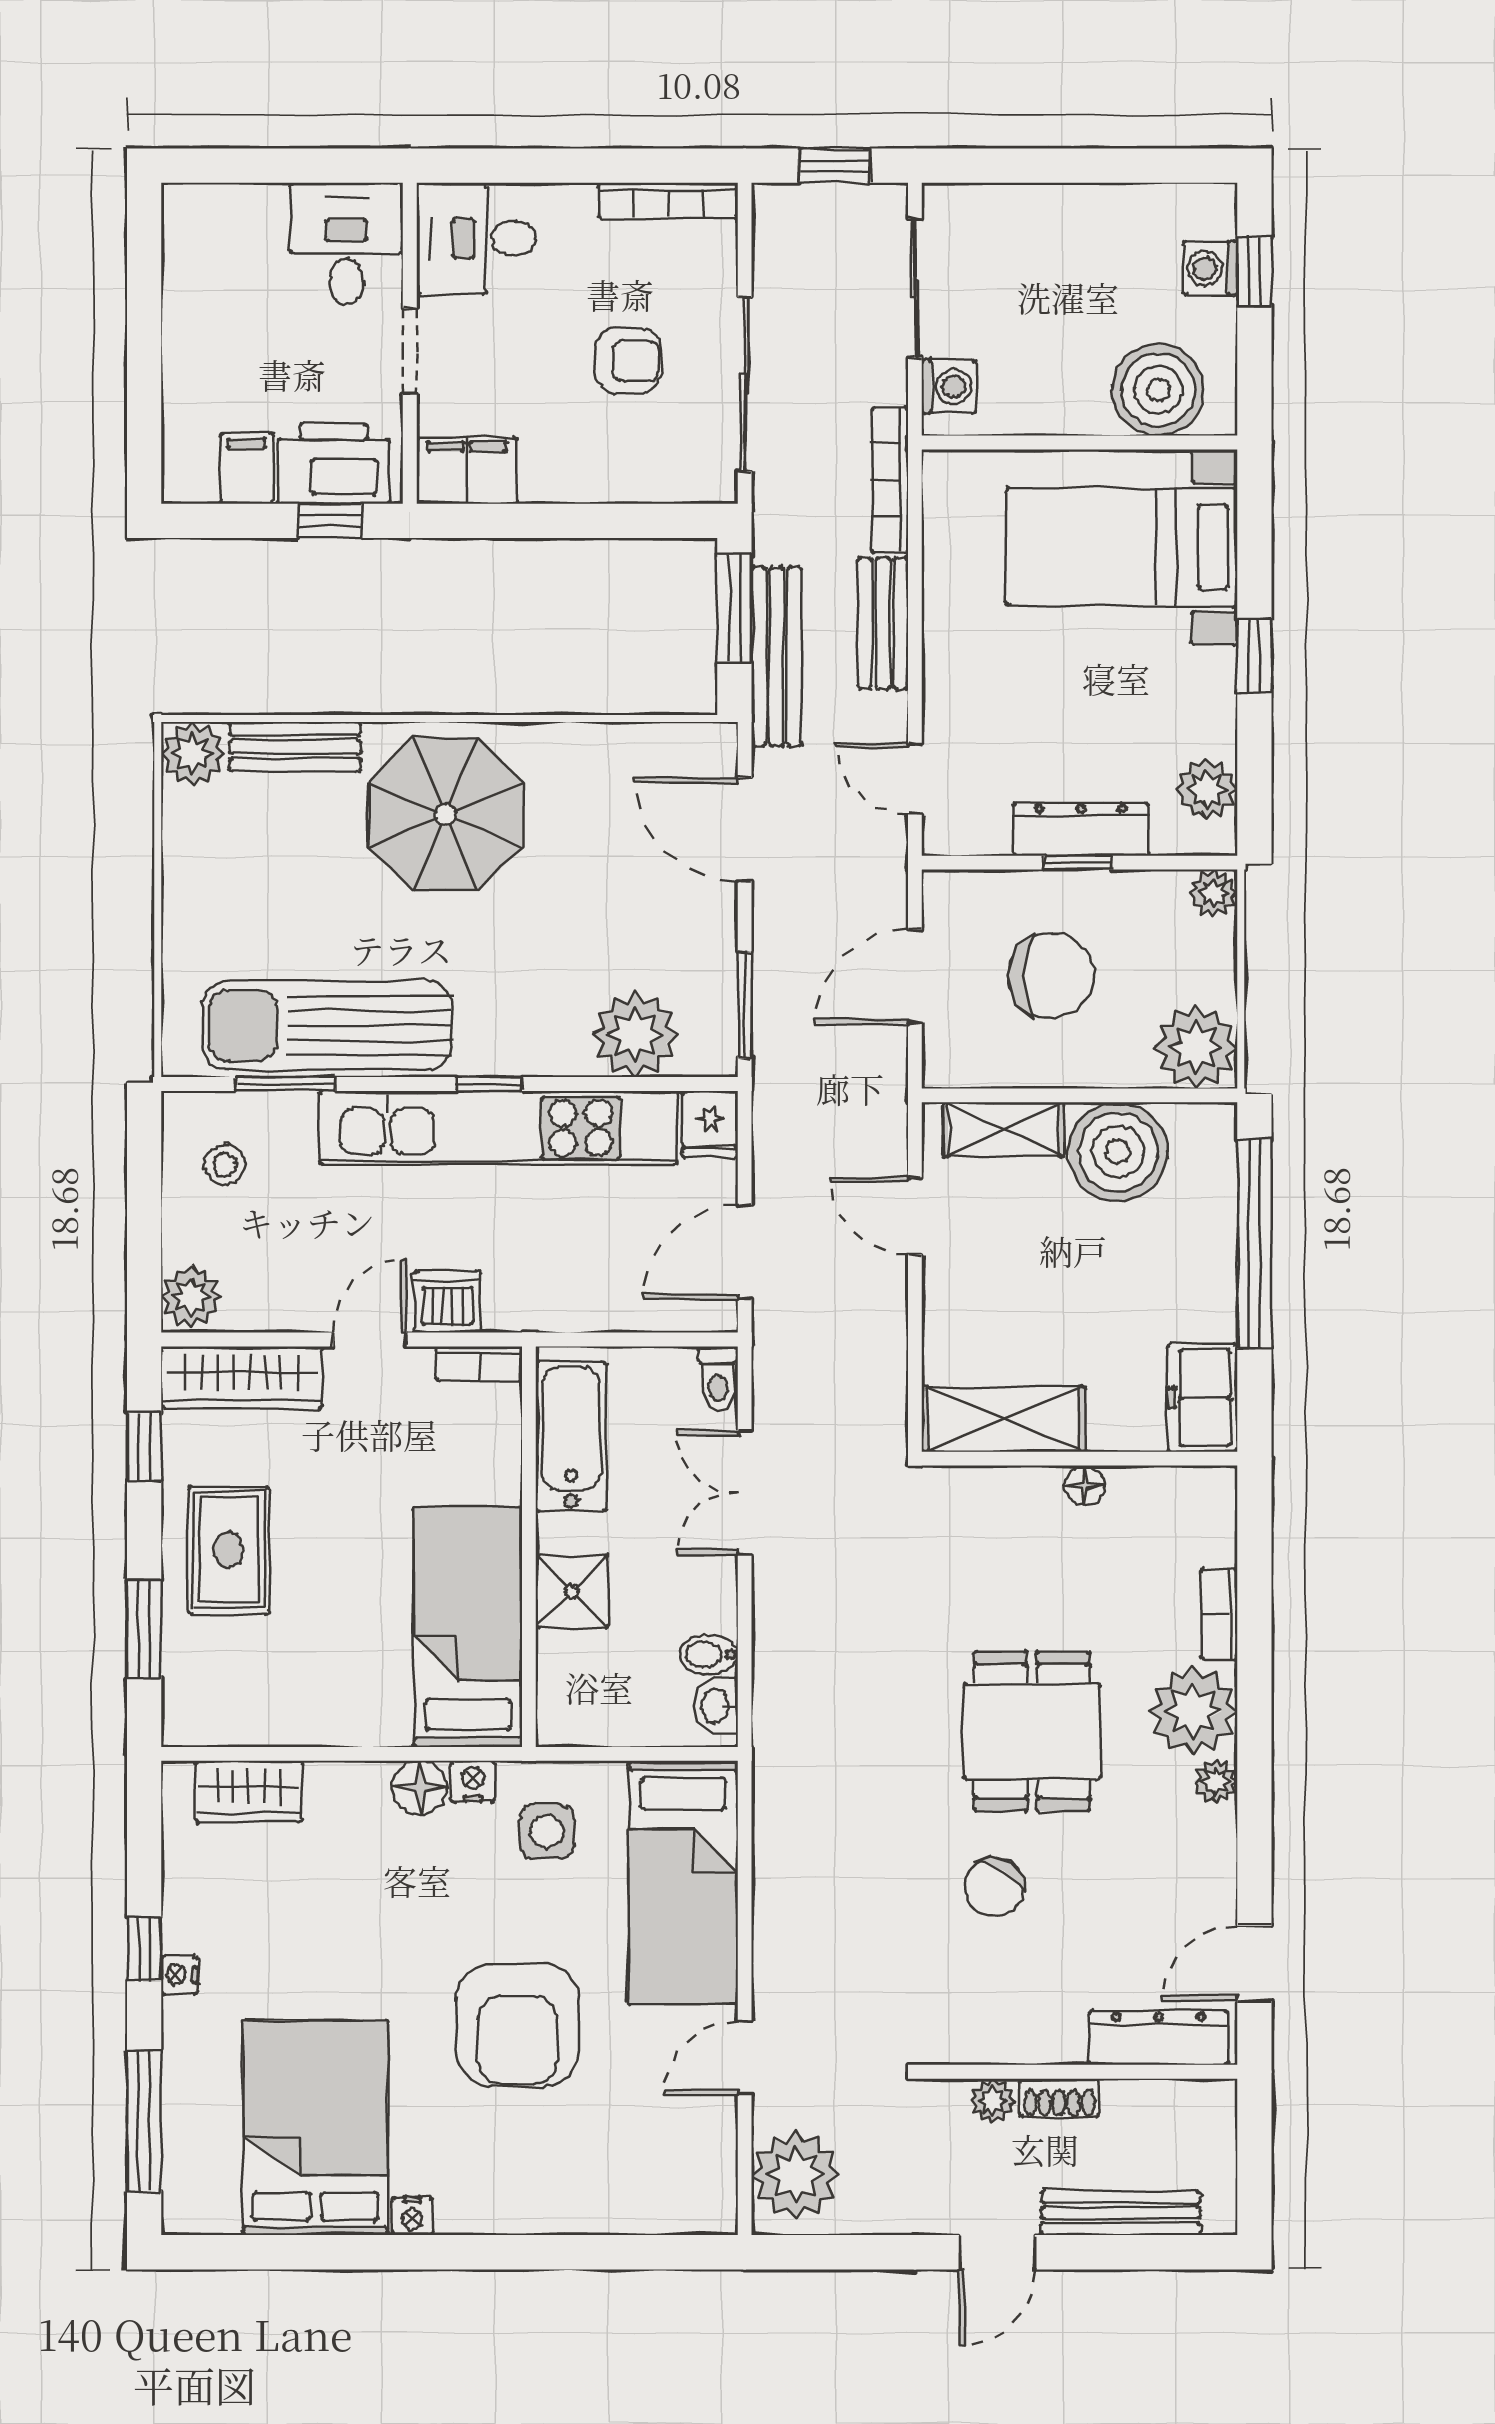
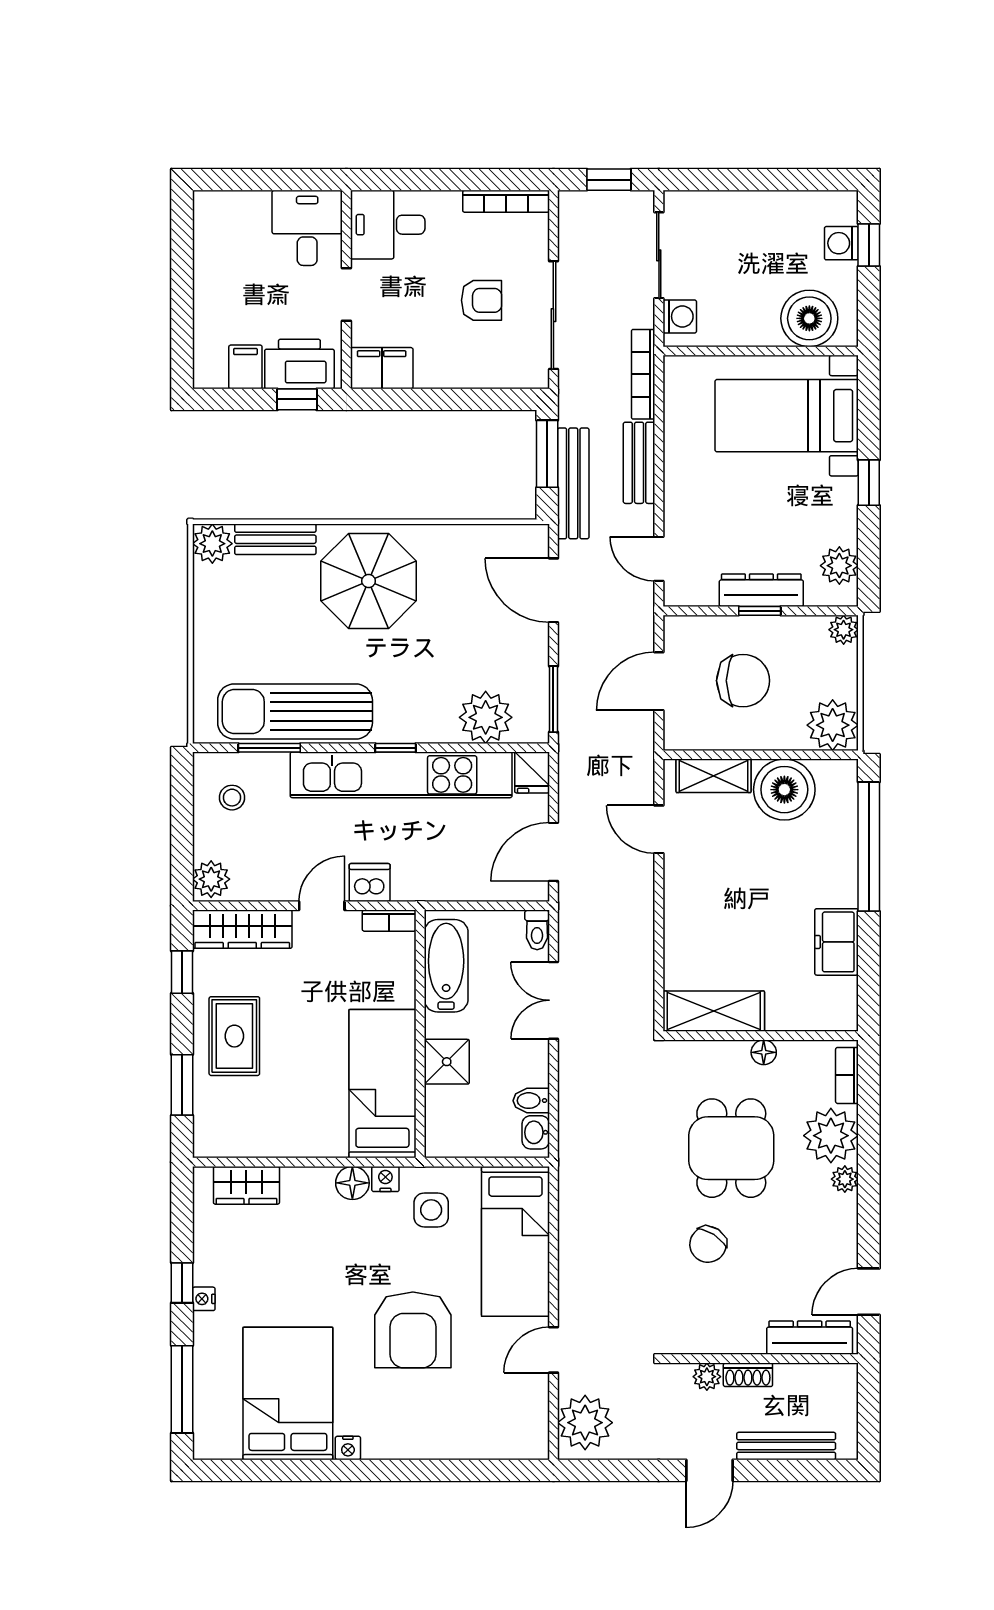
shelving: (1004, 1419) -> (714, 1011), moved
wall: (1080, 1459) -> (761, 1036), moved
floor lamp: (1085, 1486) -> (764, 1052), moved

